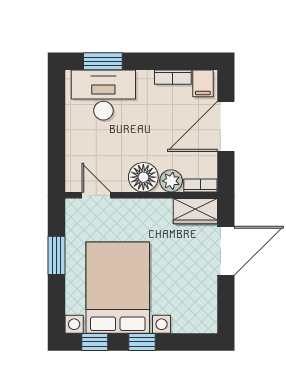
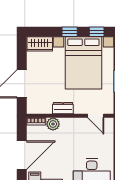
floor lamp: (143, 177) -> (69, 126), removed
dresser: (154, 209) -> (63, 108), added
wardrobe: (195, 211) -> (40, 44), moved, turned 180

